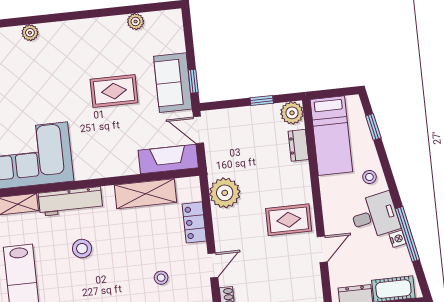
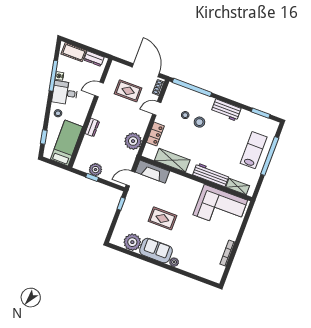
plant: (136, 21) -> (132, 242), width x1.87, depth x1.87
plant: (30, 33) -> (174, 262), moved
sofa: (173, 83) -> (156, 251), moved, turned -90
plant: (292, 113) -> (95, 170), moved
door: (198, 130) -> (130, 179), swing flipped
dresser: (298, 145) -> (92, 127), moved
rug: (289, 220) -> (128, 91), moved
stool: (82, 249) -> (199, 122), moved

